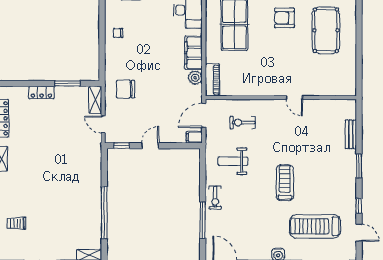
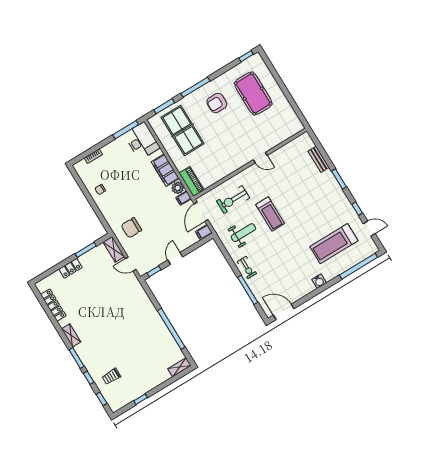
filing cabinet: (195, 91) -> (184, 198), added
exercise bike: (243, 123) -> (233, 200), width x1.38, depth x1.39
weight bench: (233, 161) -> (243, 233), turned 180
treadmill: (285, 183) -> (270, 214), moved, turned 180

